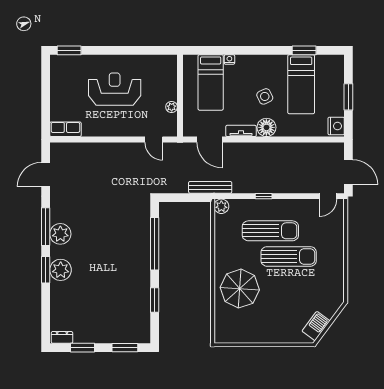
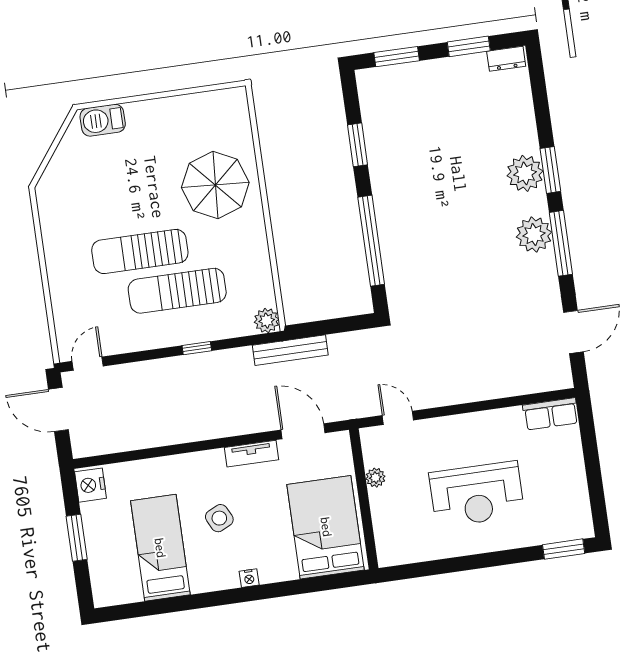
window: (304, 50) -> (163, 606), removed
nightstand: (229, 59) -> (249, 578), moved
bed: (211, 82) -> (326, 527), width x1.50
floor lamp: (266, 127) -> (209, 466), removed
barbecue: (316, 326) -> (103, 120), moved, turned 53

